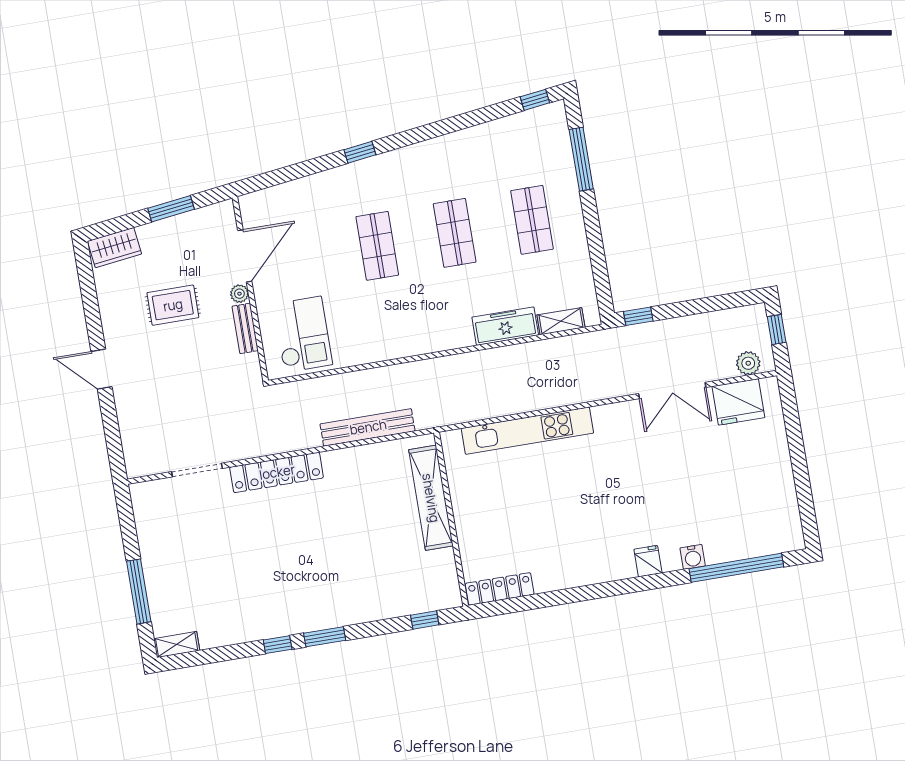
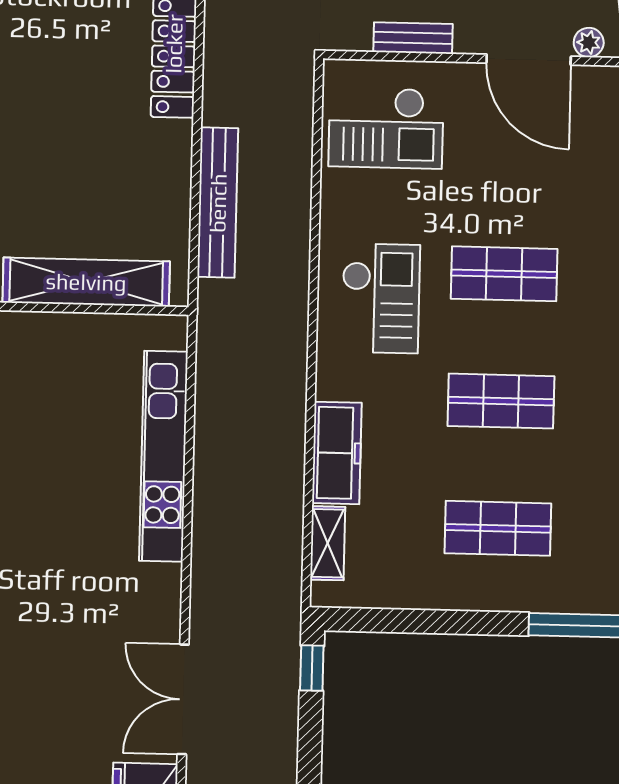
plant: (239, 294) -> (589, 42), moved
checkout: (407, 318) -> (381, 298), added

